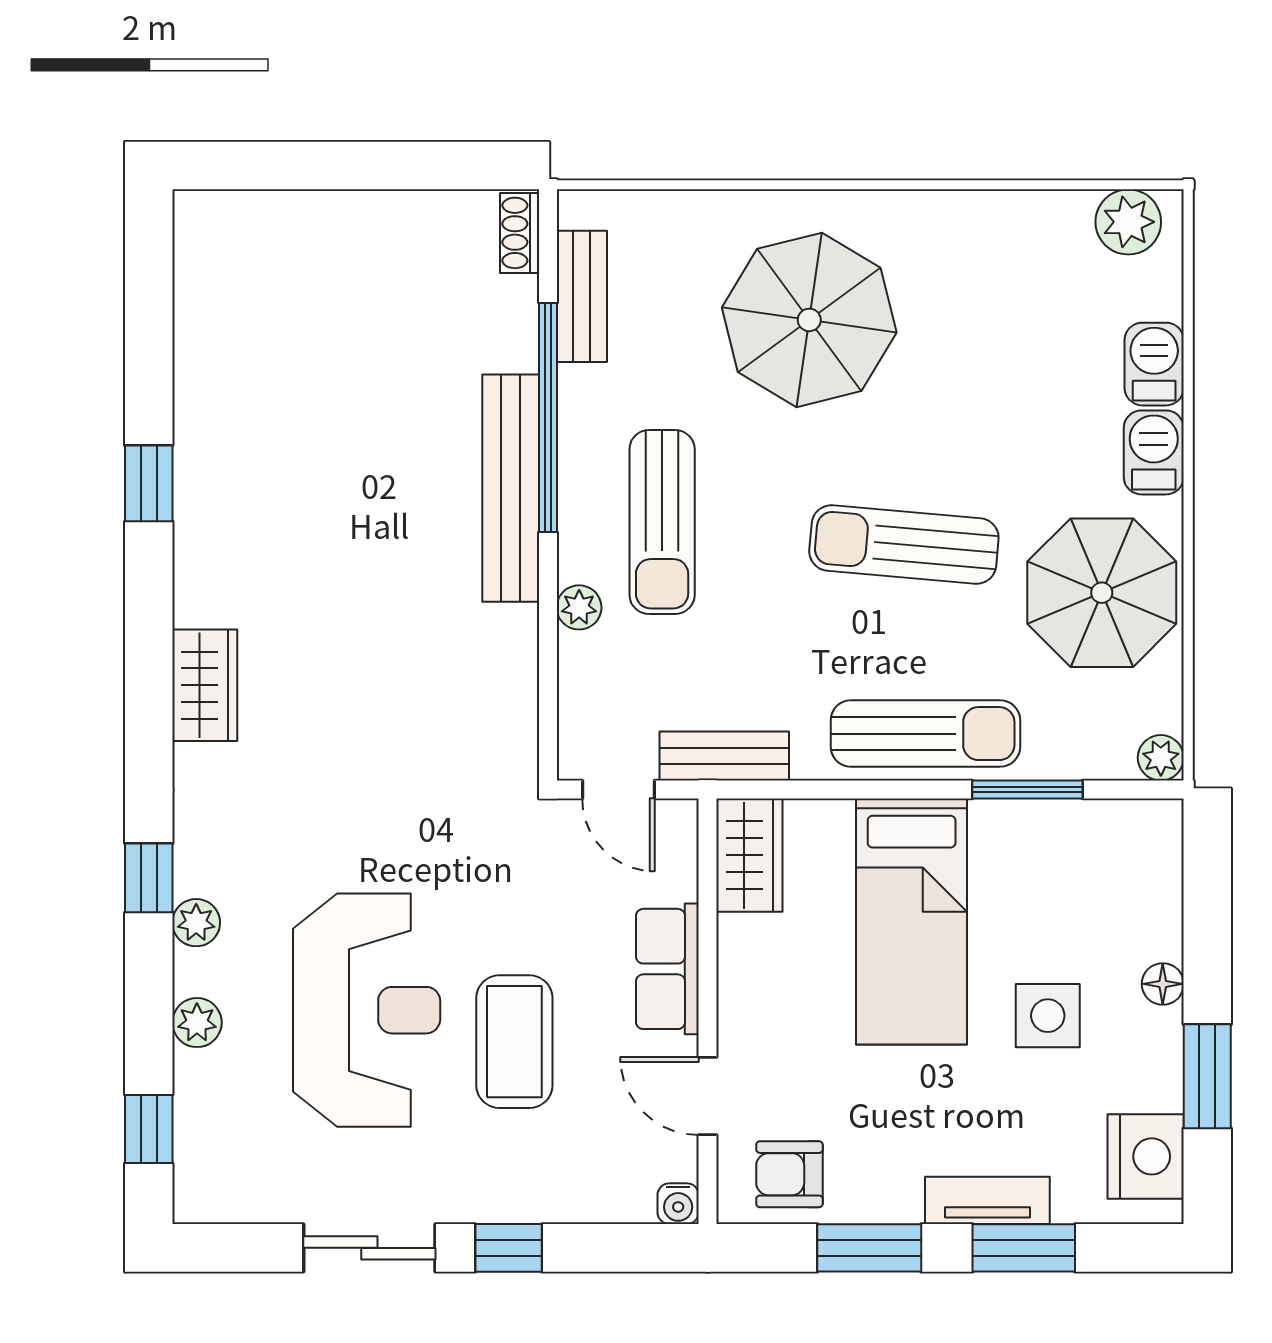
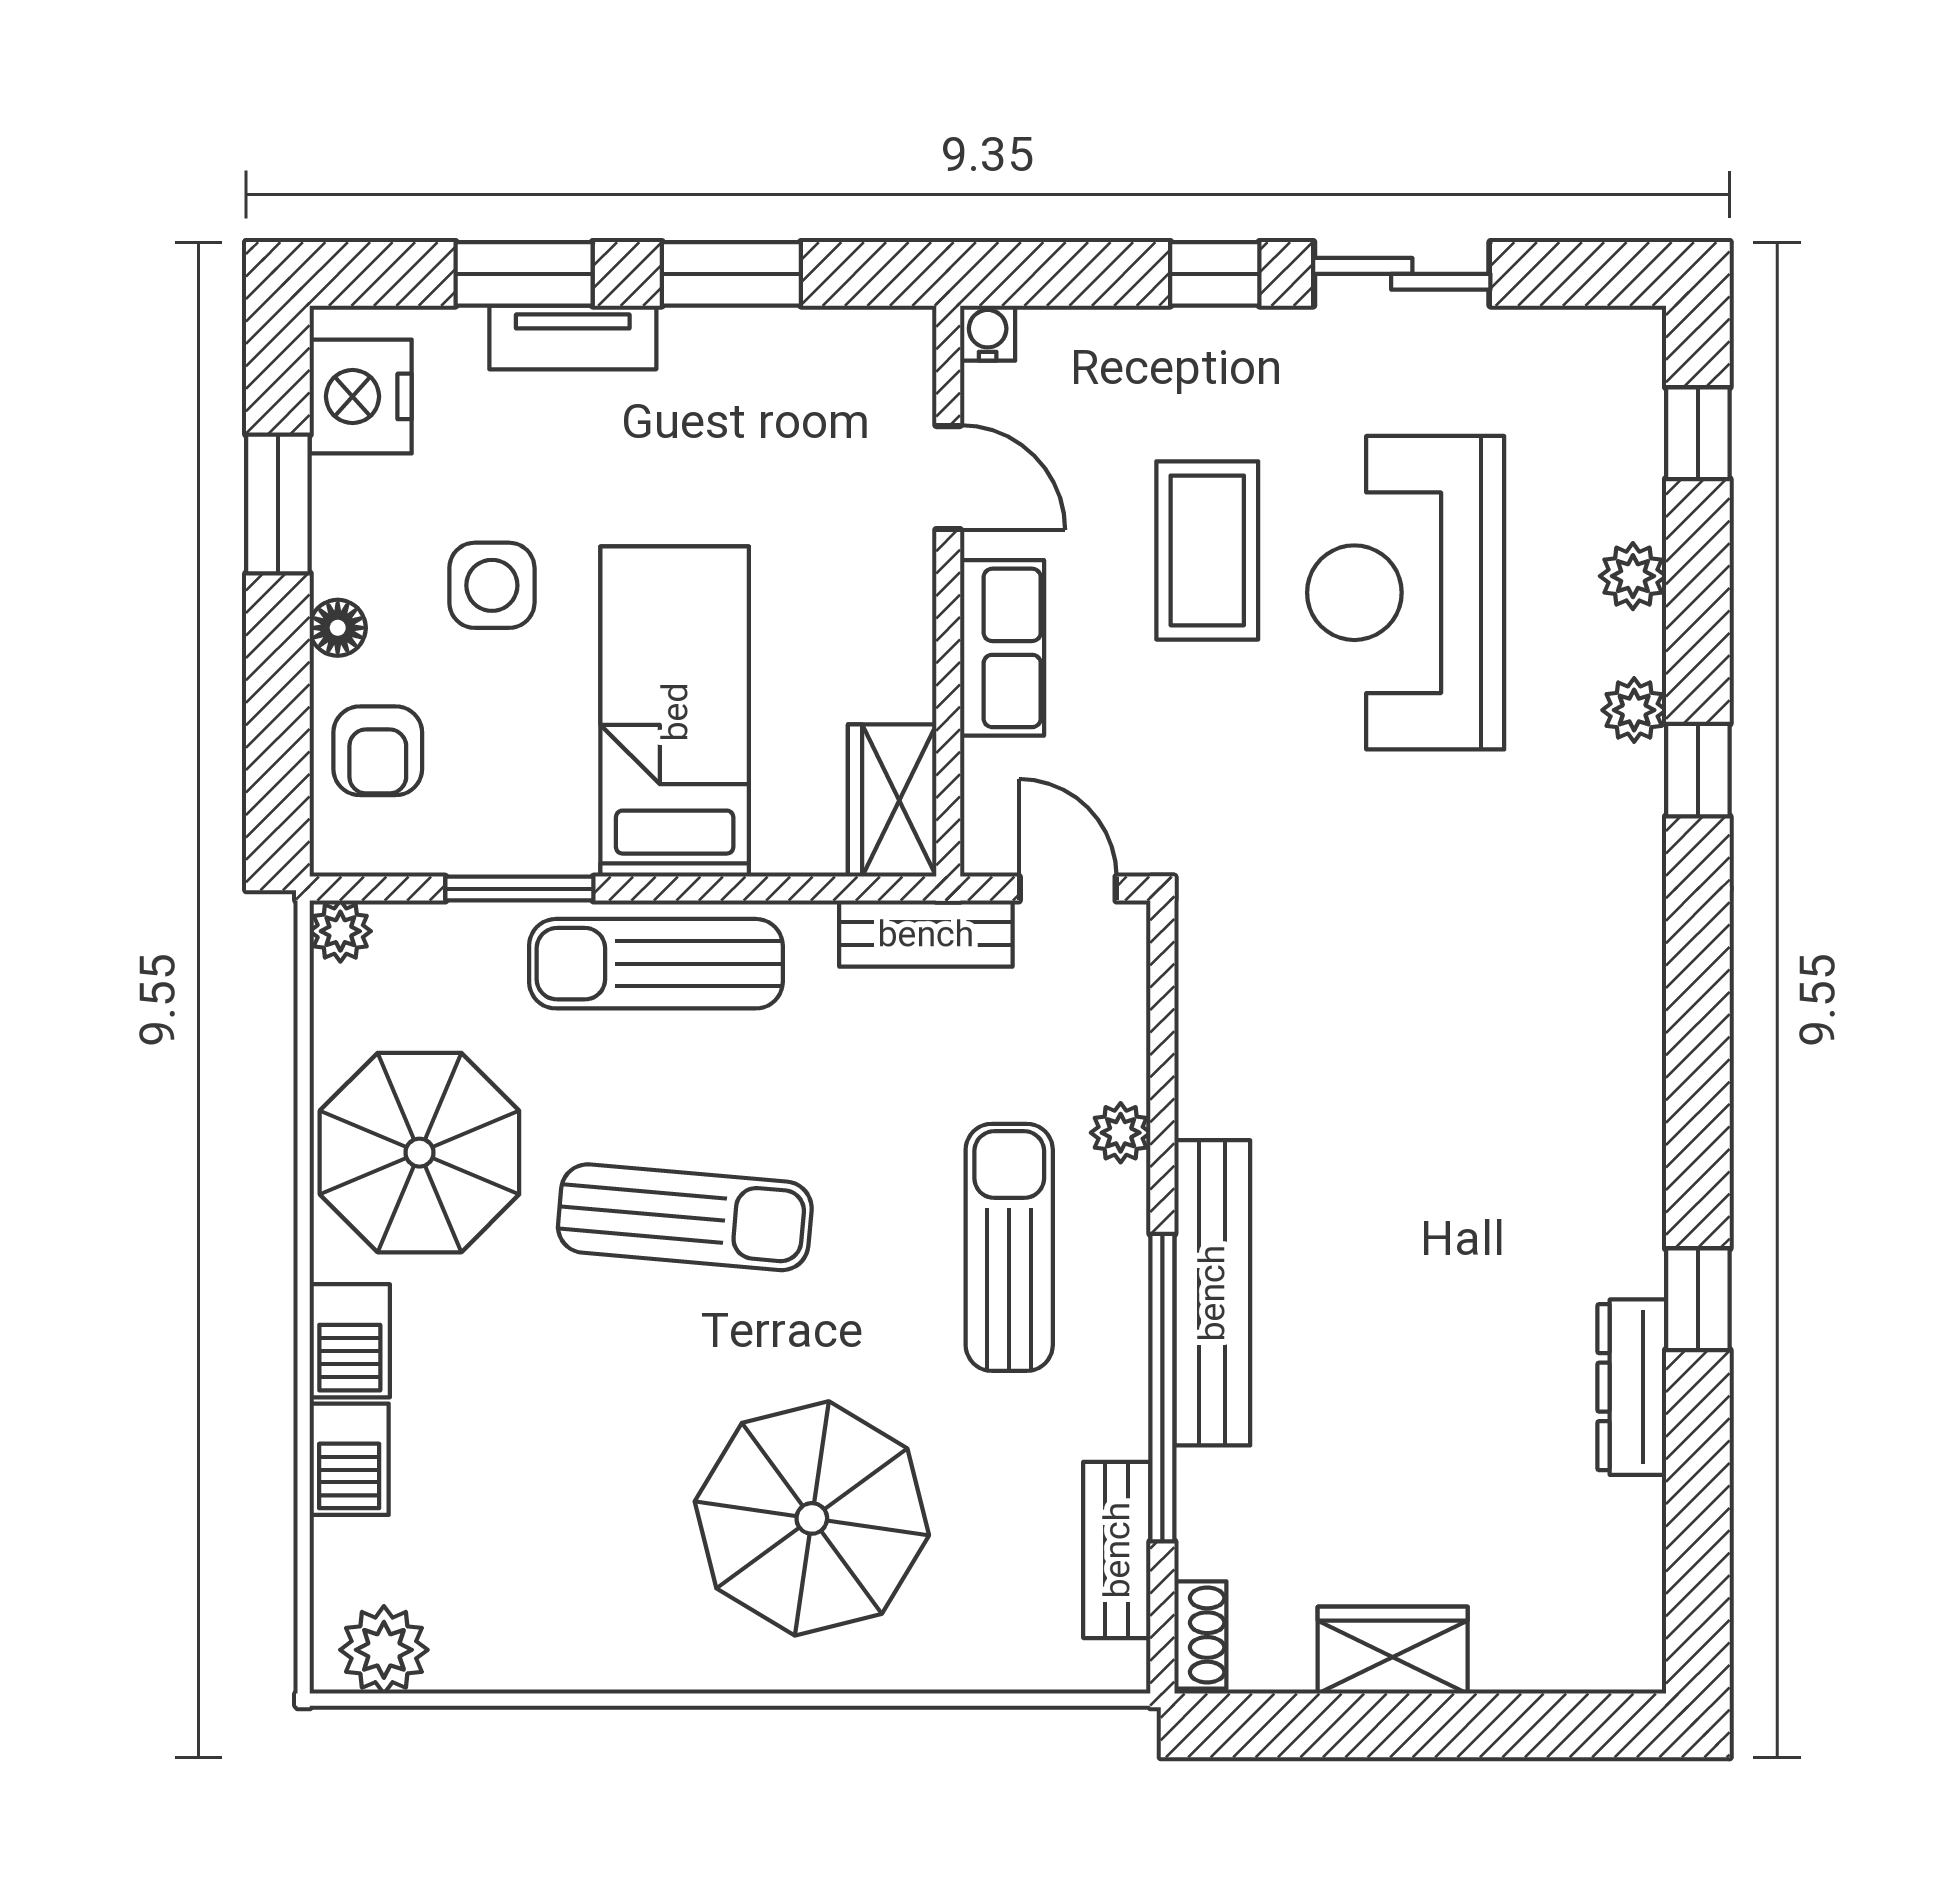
dresser: (198, 418) -> (1632, 1387), added
wardrobe: (205, 685) -> (1393, 1650), moved, turned 90
armchair: (789, 1174) -> (378, 751), moved, turned 90

